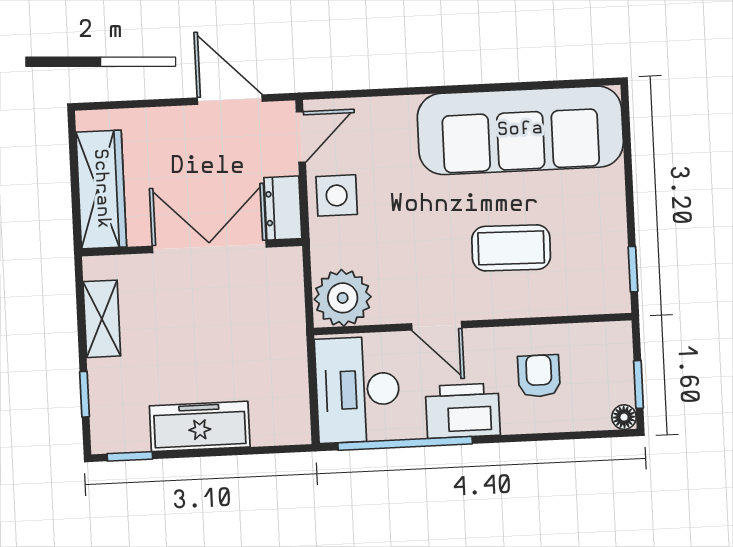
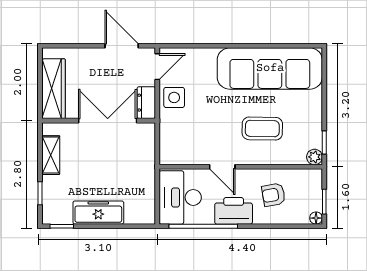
plant: (343, 298) -> (315, 157), moved, width x0.53, depth x0.53
armchair: (539, 376) -> (273, 195), turned -100

